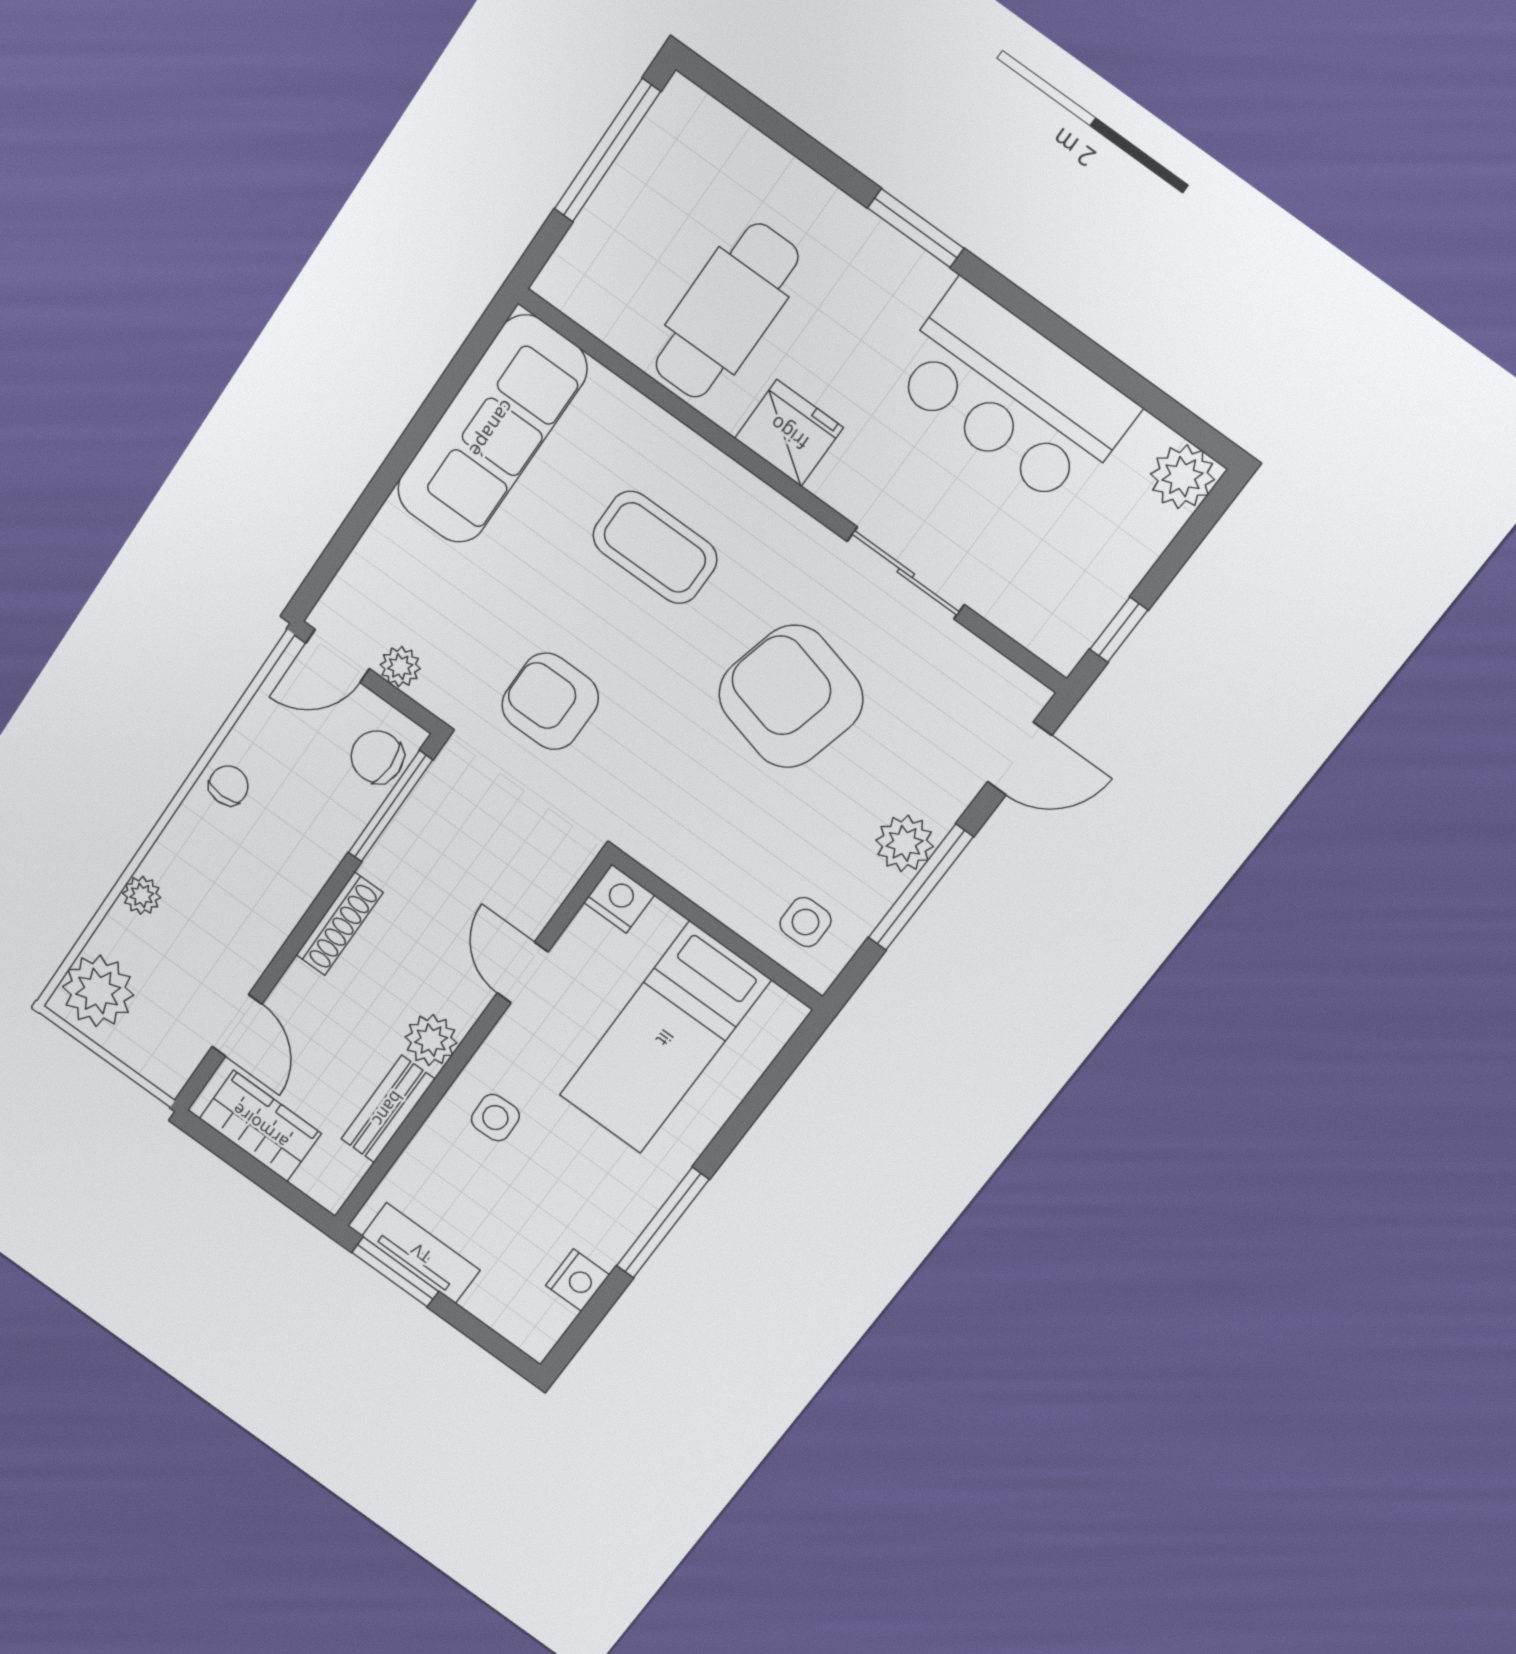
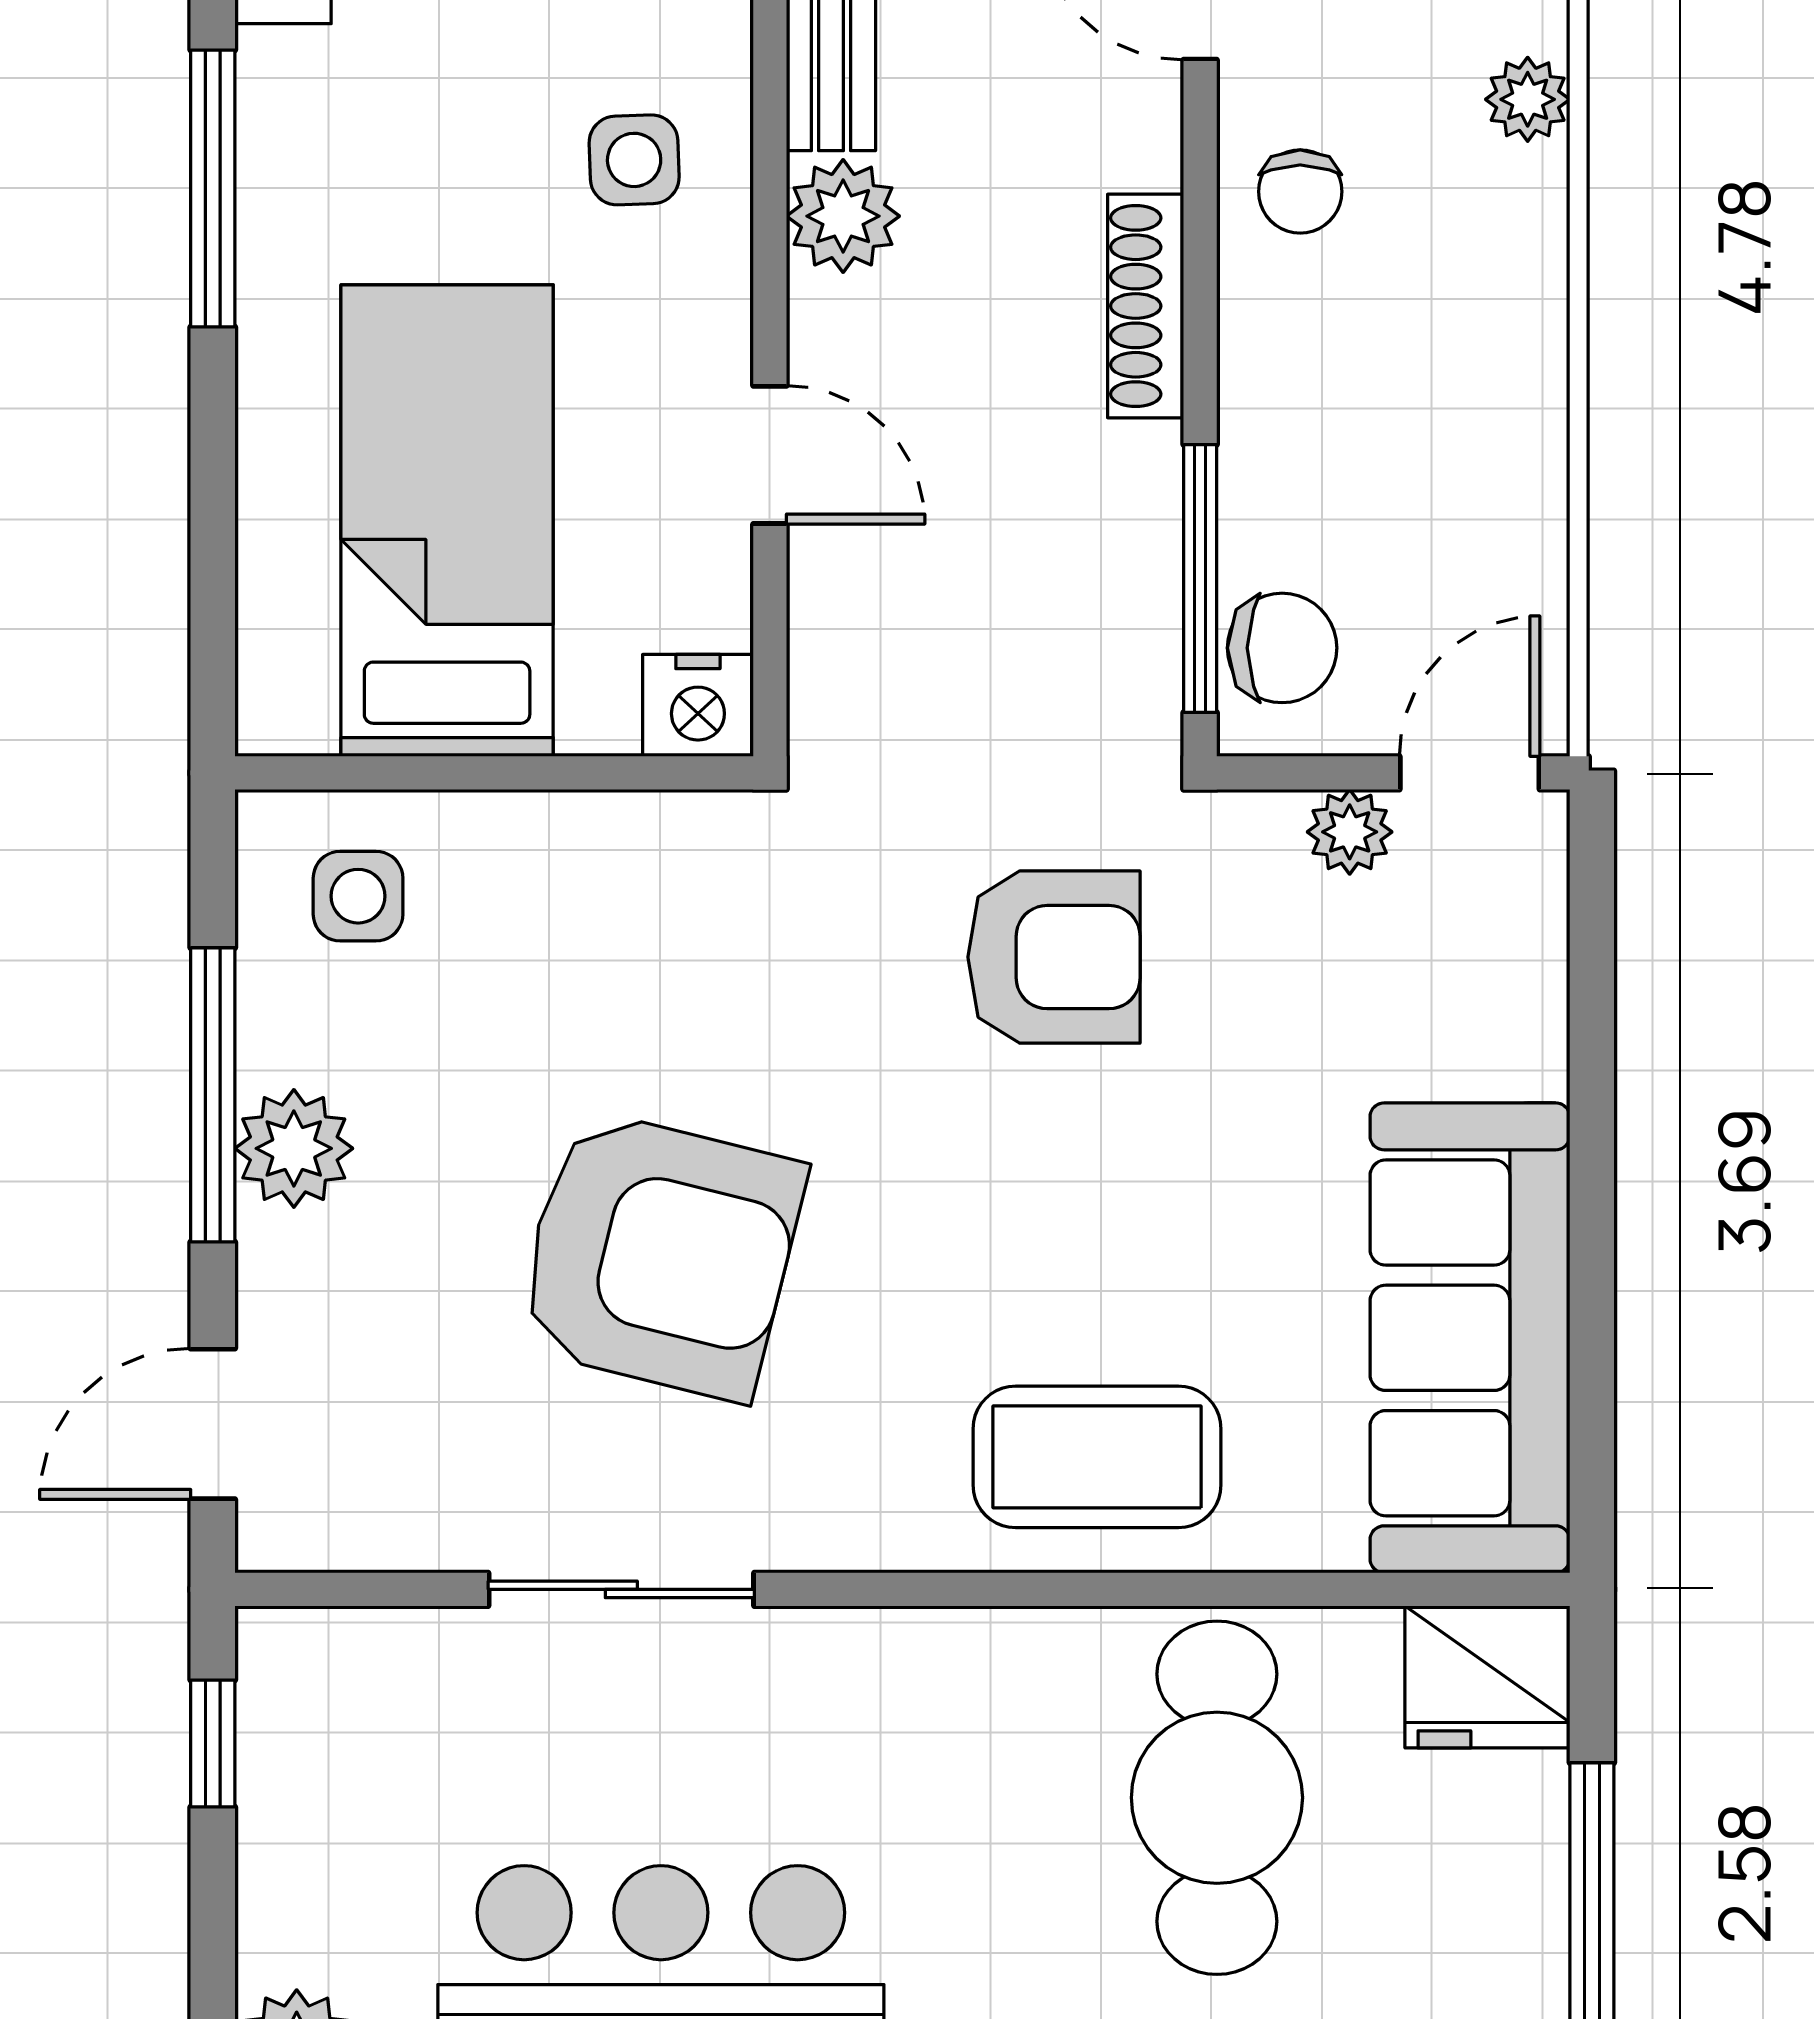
fridge: (789, 433) -> (1487, 1677), moved
coffee table: (655, 547) -> (1097, 1457), moved
chair: (228, 786) -> (1300, 192), moved

